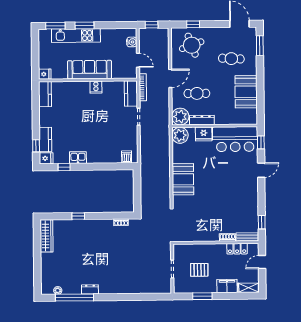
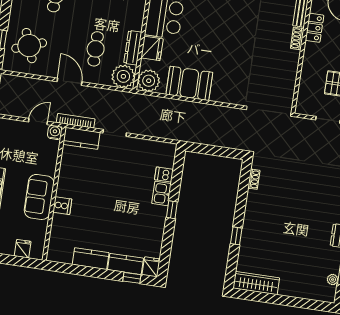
water cooler: (132, 42) -> (55, 132), moved
sofa: (90, 70) -> (39, 197), width x0.73
fridge: (45, 74) -> (23, 249), moved
cooker: (96, 87) -> (62, 206), moved
kitchen counter: (45, 94) -> (91, 259), moved
dishwasher: (127, 157) -> (164, 175), moved
kitchen sink: (78, 158) -> (161, 194), moved
window: (64, 167) -> (172, 210), moved
booth: (183, 179) -> (189, 83), moved

